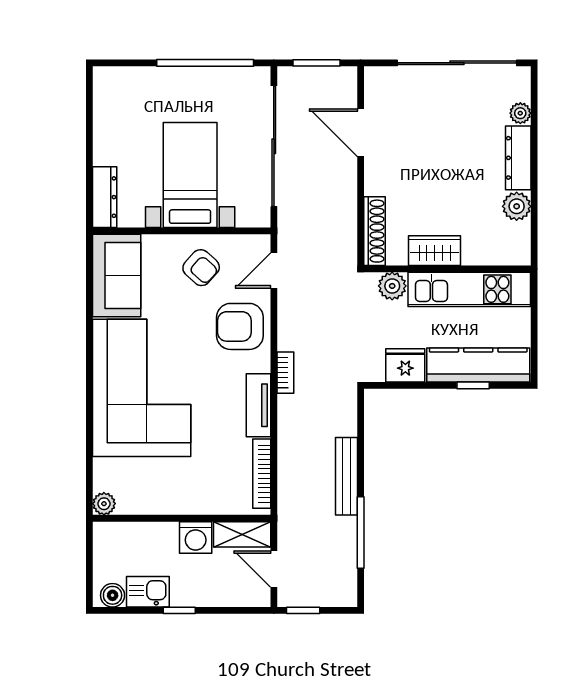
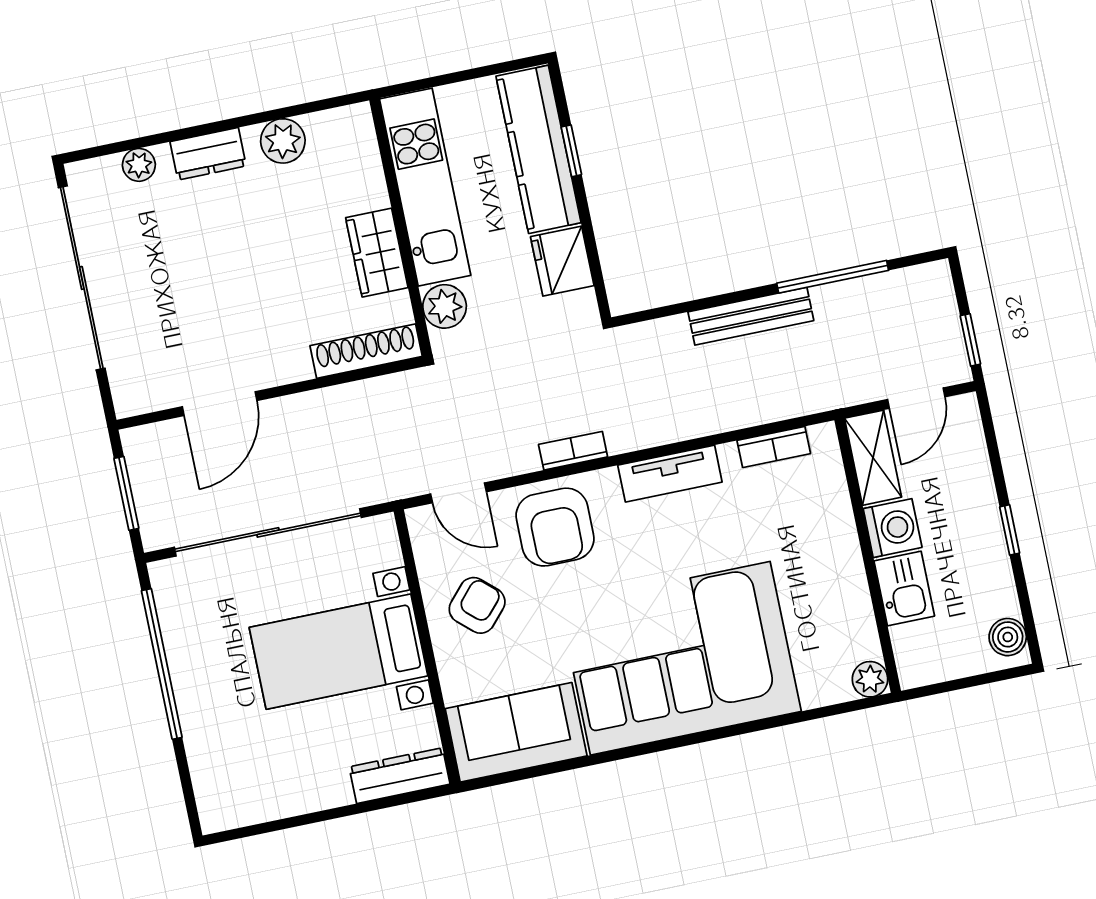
dresser: (518, 158) -> (208, 154), width x0.70
bookcase: (285, 373) -> (573, 451), moved
bookcase: (262, 474) -> (774, 447), width x0.64
kitchen sink: (148, 592) -> (904, 589), moved, turned 180

